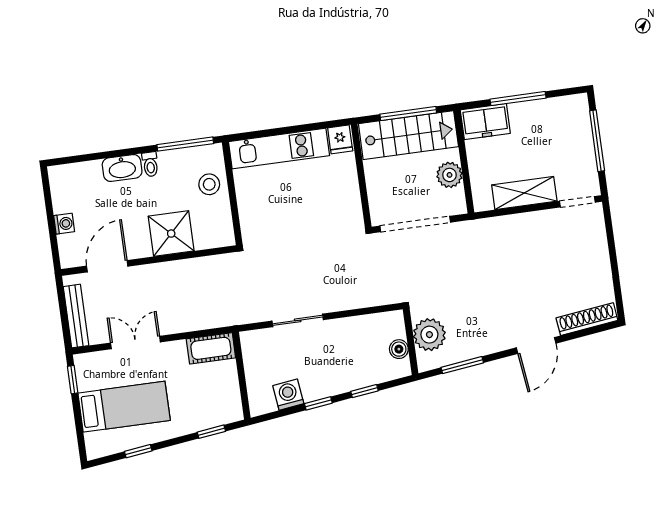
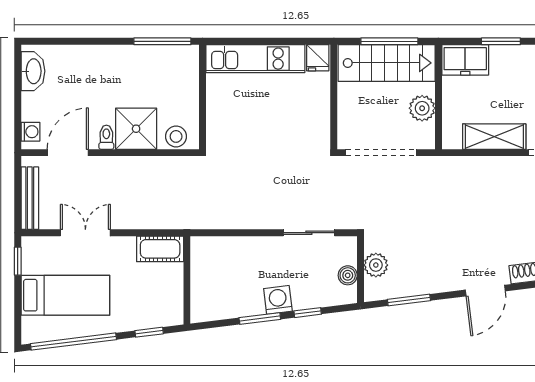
window: (518, 99) -> (501, 41), width x0.69
toilet: (150, 164) -> (106, 137), moved, turned 180
washbasin: (122, 168) -> (33, 71), moved, turned -90
stool: (209, 184) -> (176, 136), moved
washing machine: (64, 224) -> (30, 132), moved
sliding door: (298, 320) -> (309, 233), moved
plant: (429, 335) -> (376, 265), width x0.73, depth x0.73
washing machine: (288, 395) -> (278, 300), moved
window: (318, 403) -> (260, 318), width x1.50
window: (138, 451) -> (73, 342), width x3.17

